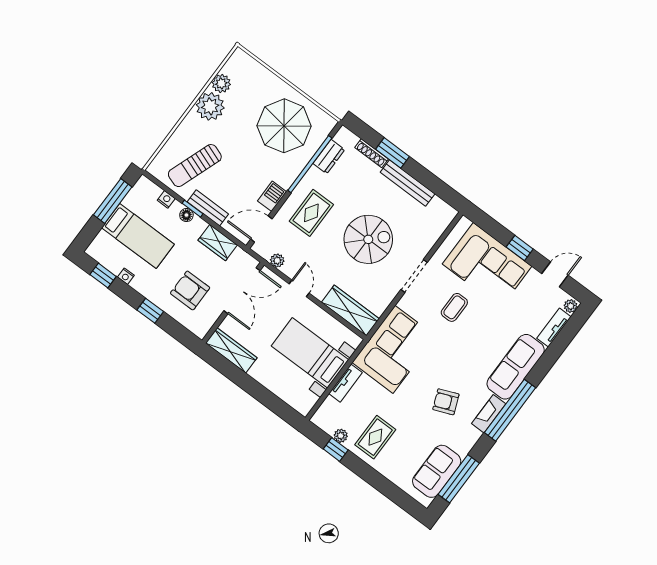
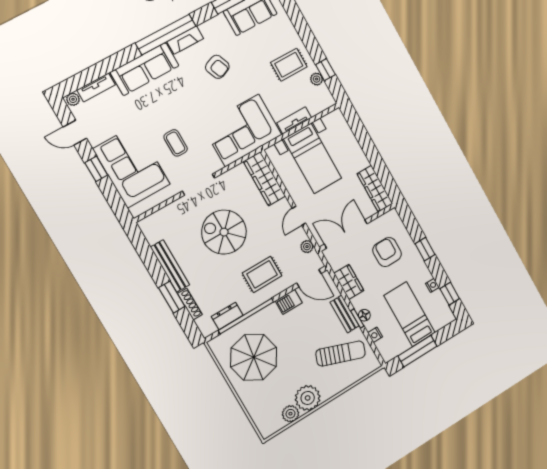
armchair: (190, 290) -> (387, 252), turned 180
coffee table: (454, 307) -> (176, 143), turned 90

